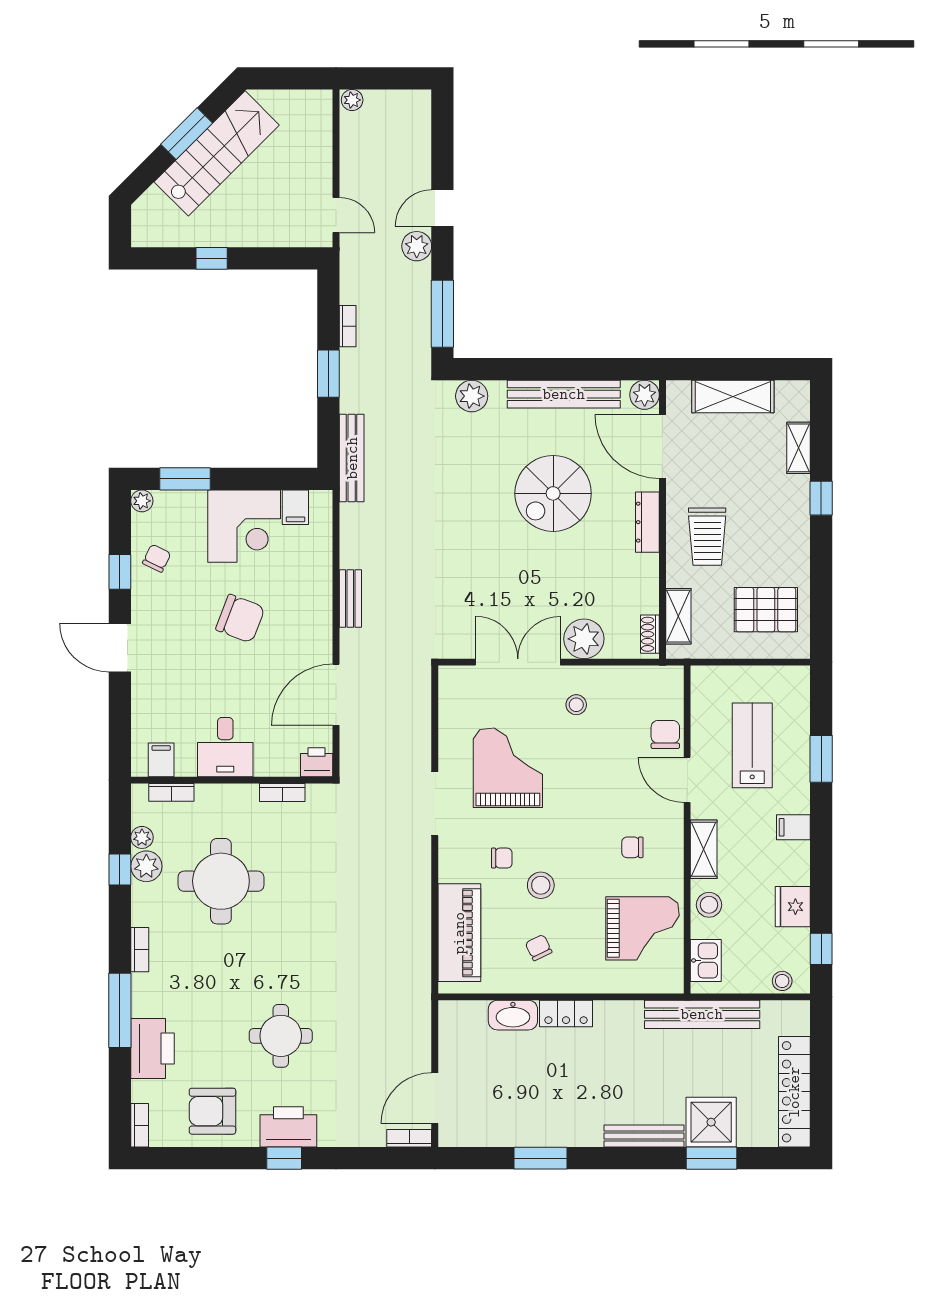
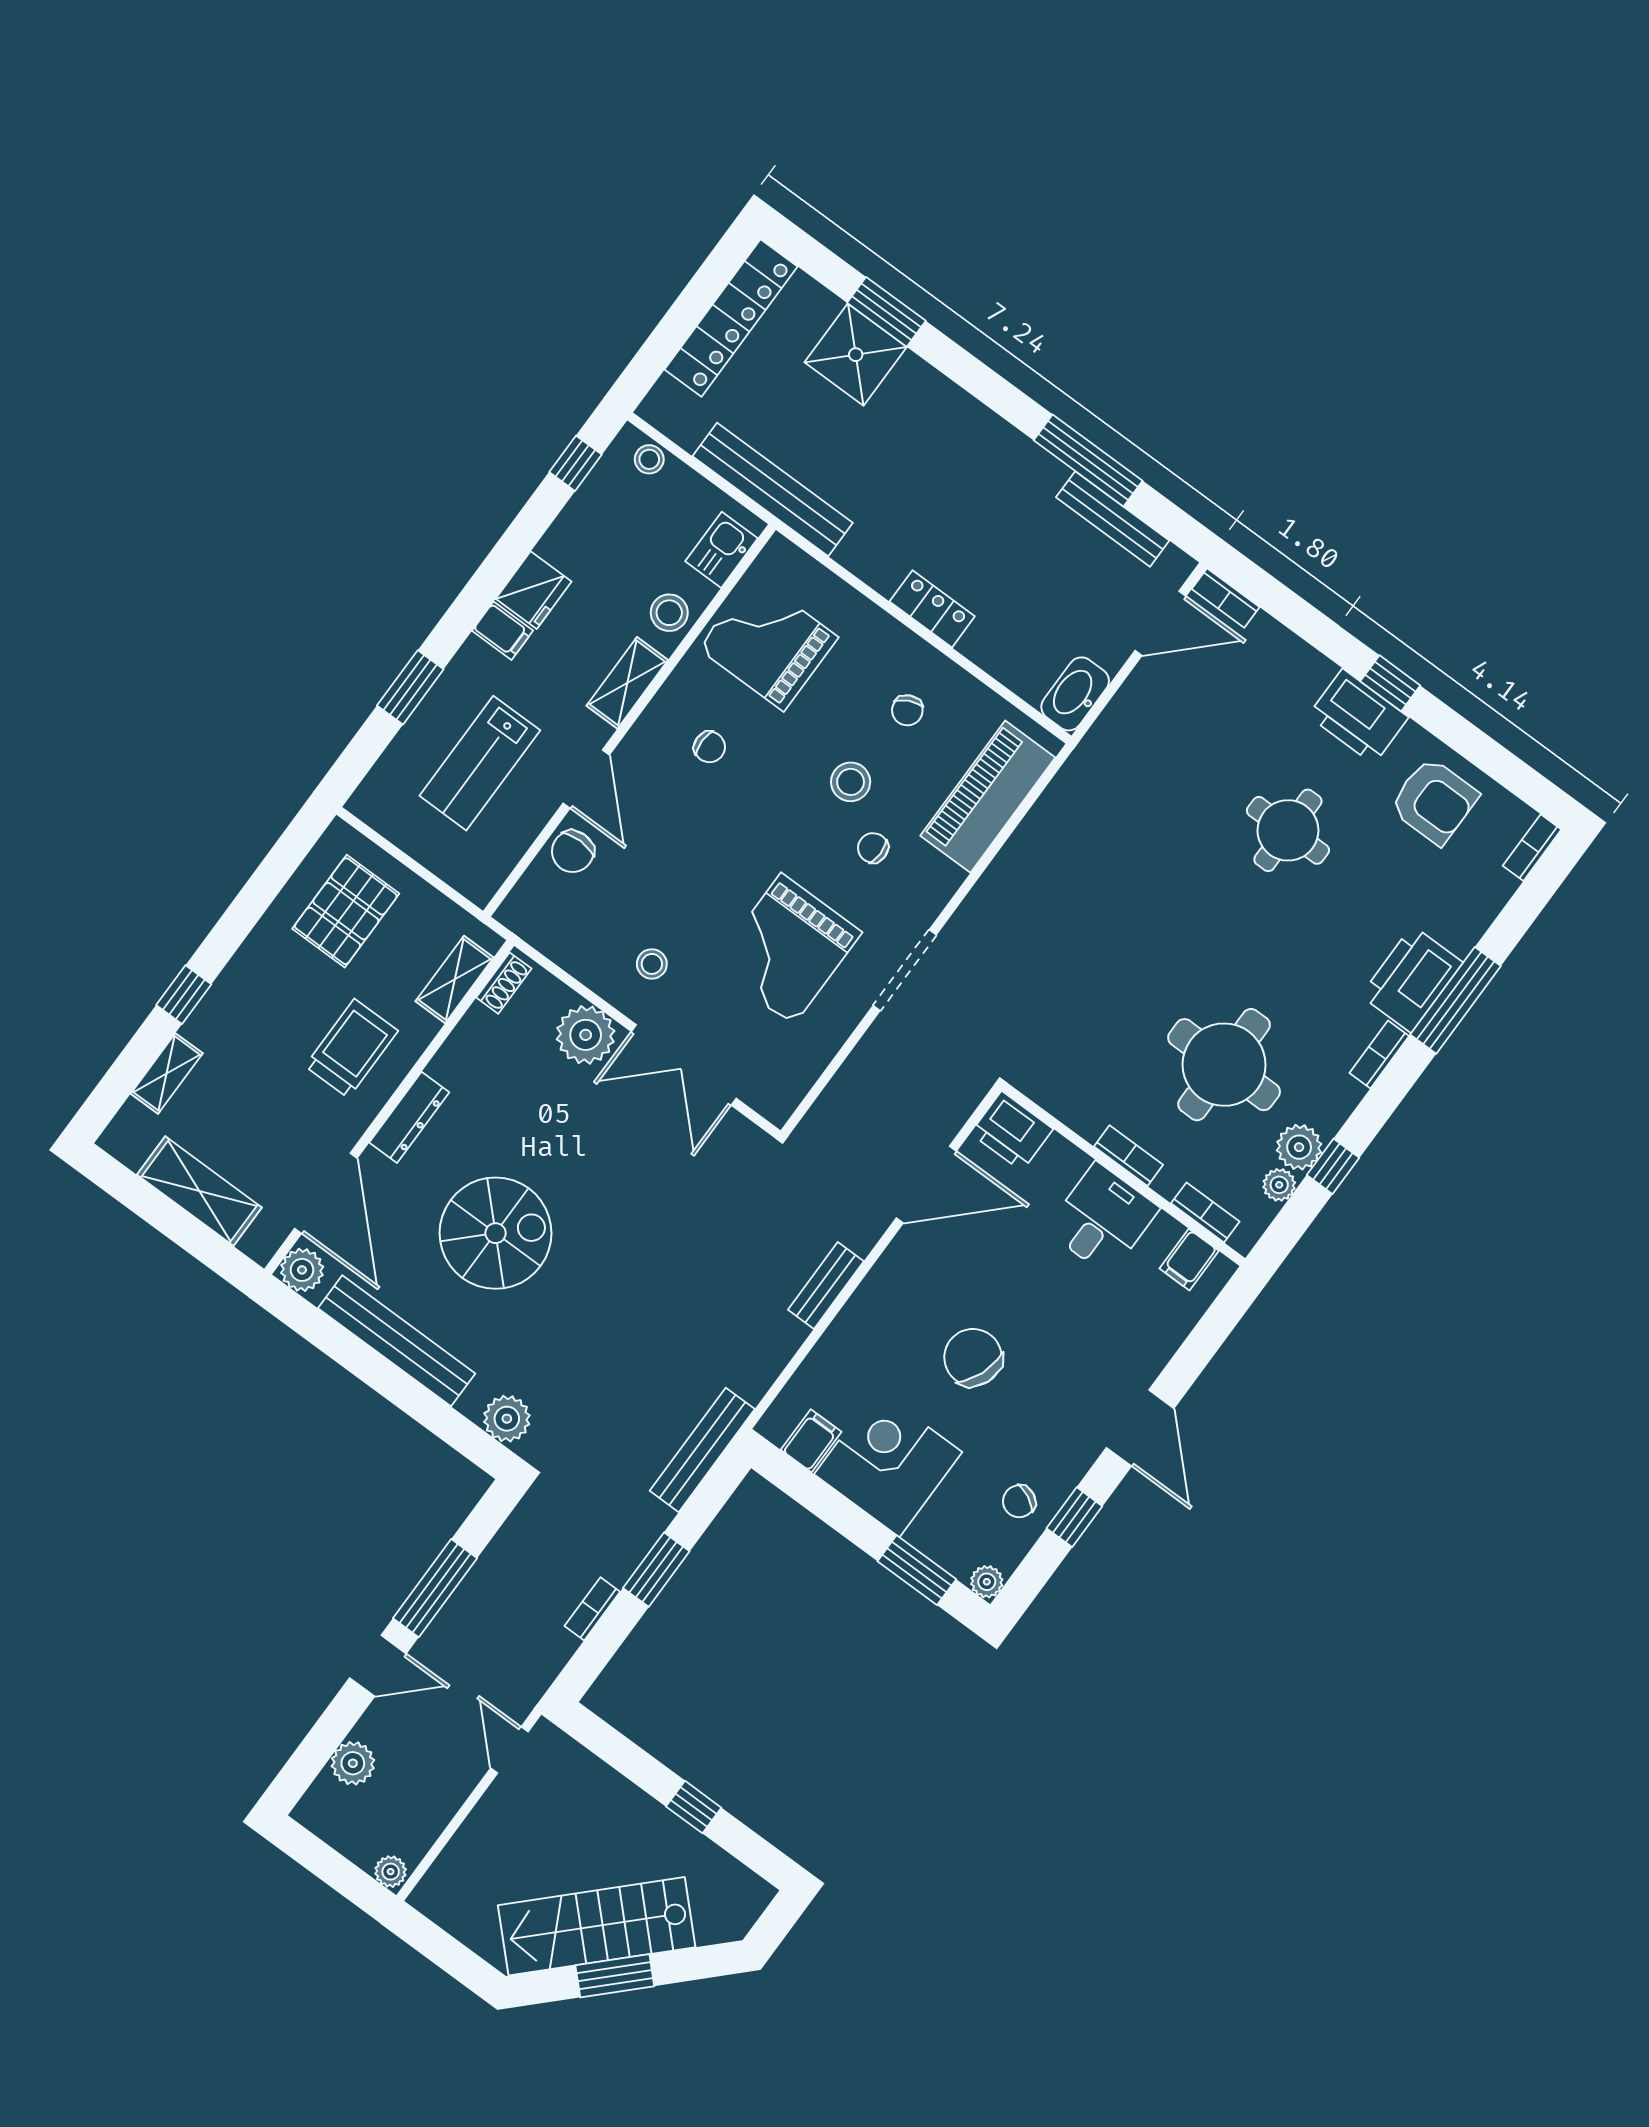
plant: (417, 246) -> (353, 1763), moved
window: (442, 314) -> (435, 1588), moved
pallet: (766, 610) -> (346, 911), turned 90
printer: (317, 762) -> (1012, 1131), width x1.36, depth x1.24
bookcase: (282, 792) -> (1128, 1156), moved
fridge: (793, 907) -> (534, 590), moved
washbasin: (513, 1015) -> (1075, 694), moved, turned -90
printer: (152, 1048) -> (1412, 979), moved
bench: (644, 1136) -> (1113, 519), moved
window: (540, 1158) -> (1088, 460), width x1.44

